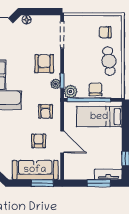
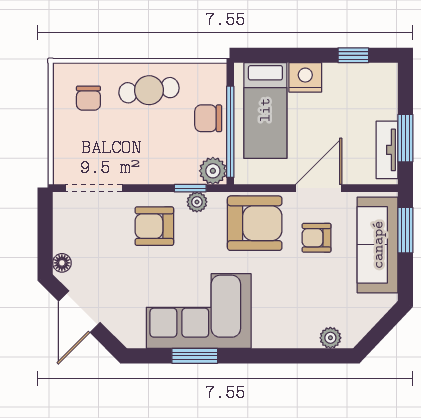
armchair: (46, 111) -> (255, 223), width x1.88, depth x1.88
nightstand: (115, 136) -> (305, 77), added
tv unit: (108, 174) -> (387, 150), moved
window: (99, 183) -> (405, 138), moved

